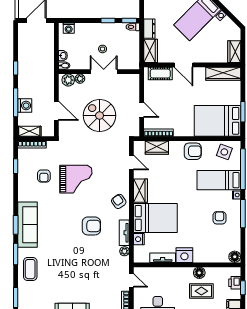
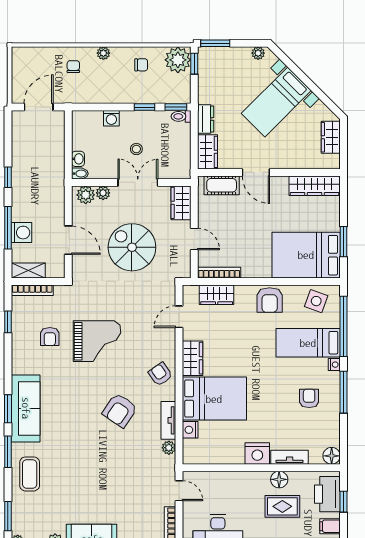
washing machine: (69, 28) -> (111, 118), moved
wardrobe: (234, 52) -> (331, 137), moved
wardrobe: (133, 85) -> (181, 203), added
armchair: (193, 151) -> (270, 300), turned 90
door: (131, 163) -> (179, 317), swing flipped
armchair: (91, 226) -> (120, 410), turned 124
tv unit: (163, 258) -> (290, 457), moved
printer: (235, 283) -> (327, 494), width x1.87, depth x1.48

